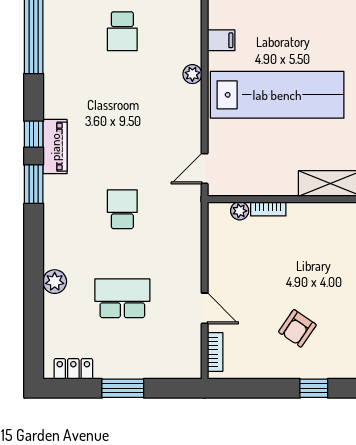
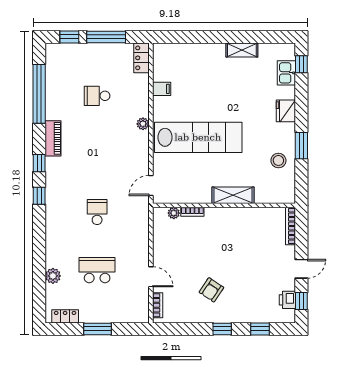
school desk: (122, 31) -> (97, 96), turned 90
filing cabinet: (221, 40) -> (162, 89), moved
piano: (55, 147) -> (53, 138), moved
window: (34, 184) -> (39, 196), width x0.67
plant: (55, 282) -> (53, 276), moved

